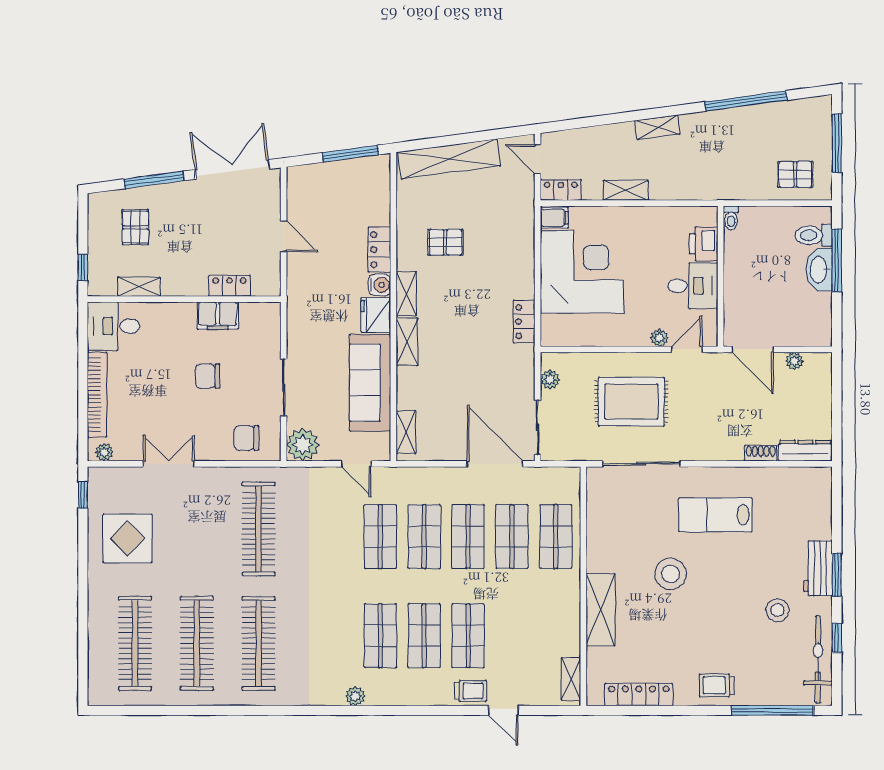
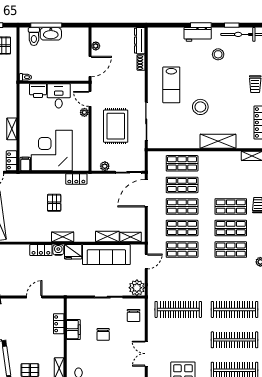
pallet: (445, 242) -> (54, 203), moved
shelving: (407, 342) -> (107, 236), moved

